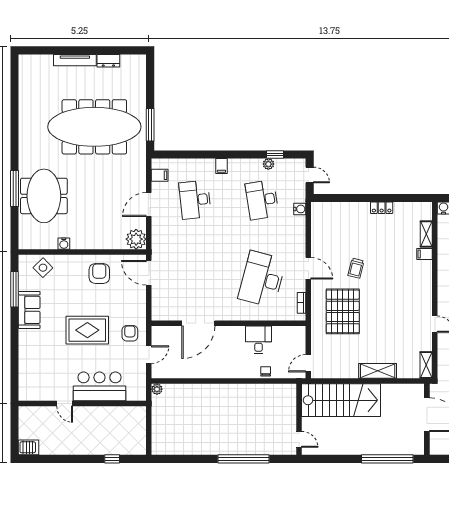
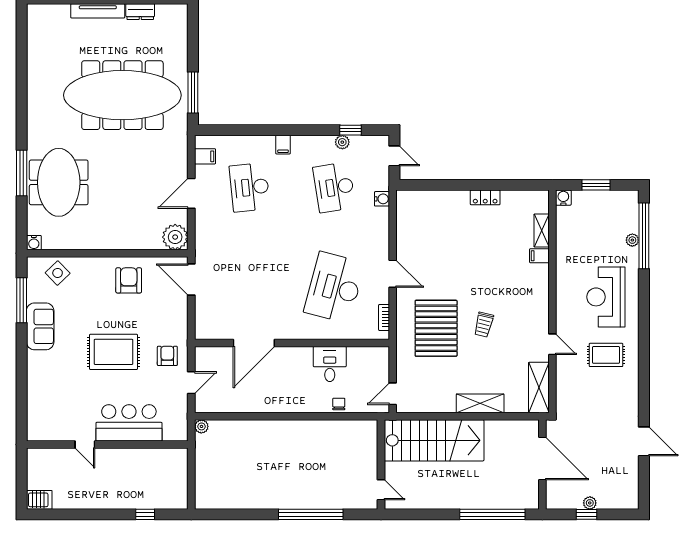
water cooler: (64, 244) -> (34, 243), moved
trolley: (356, 268) -> (484, 325), moved
shelving: (426, 365) -> (539, 388), width x1.50, depth x1.33

